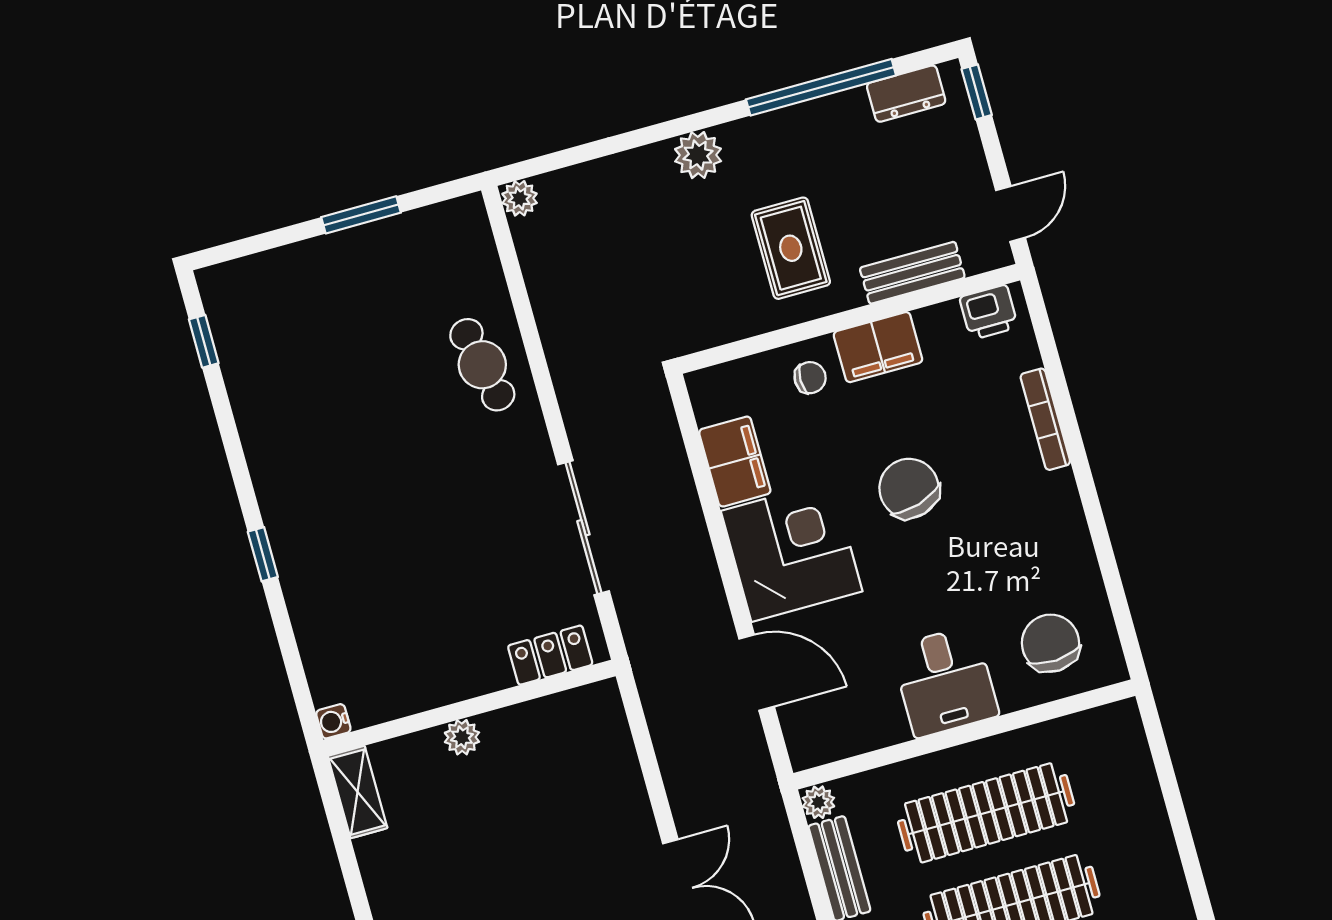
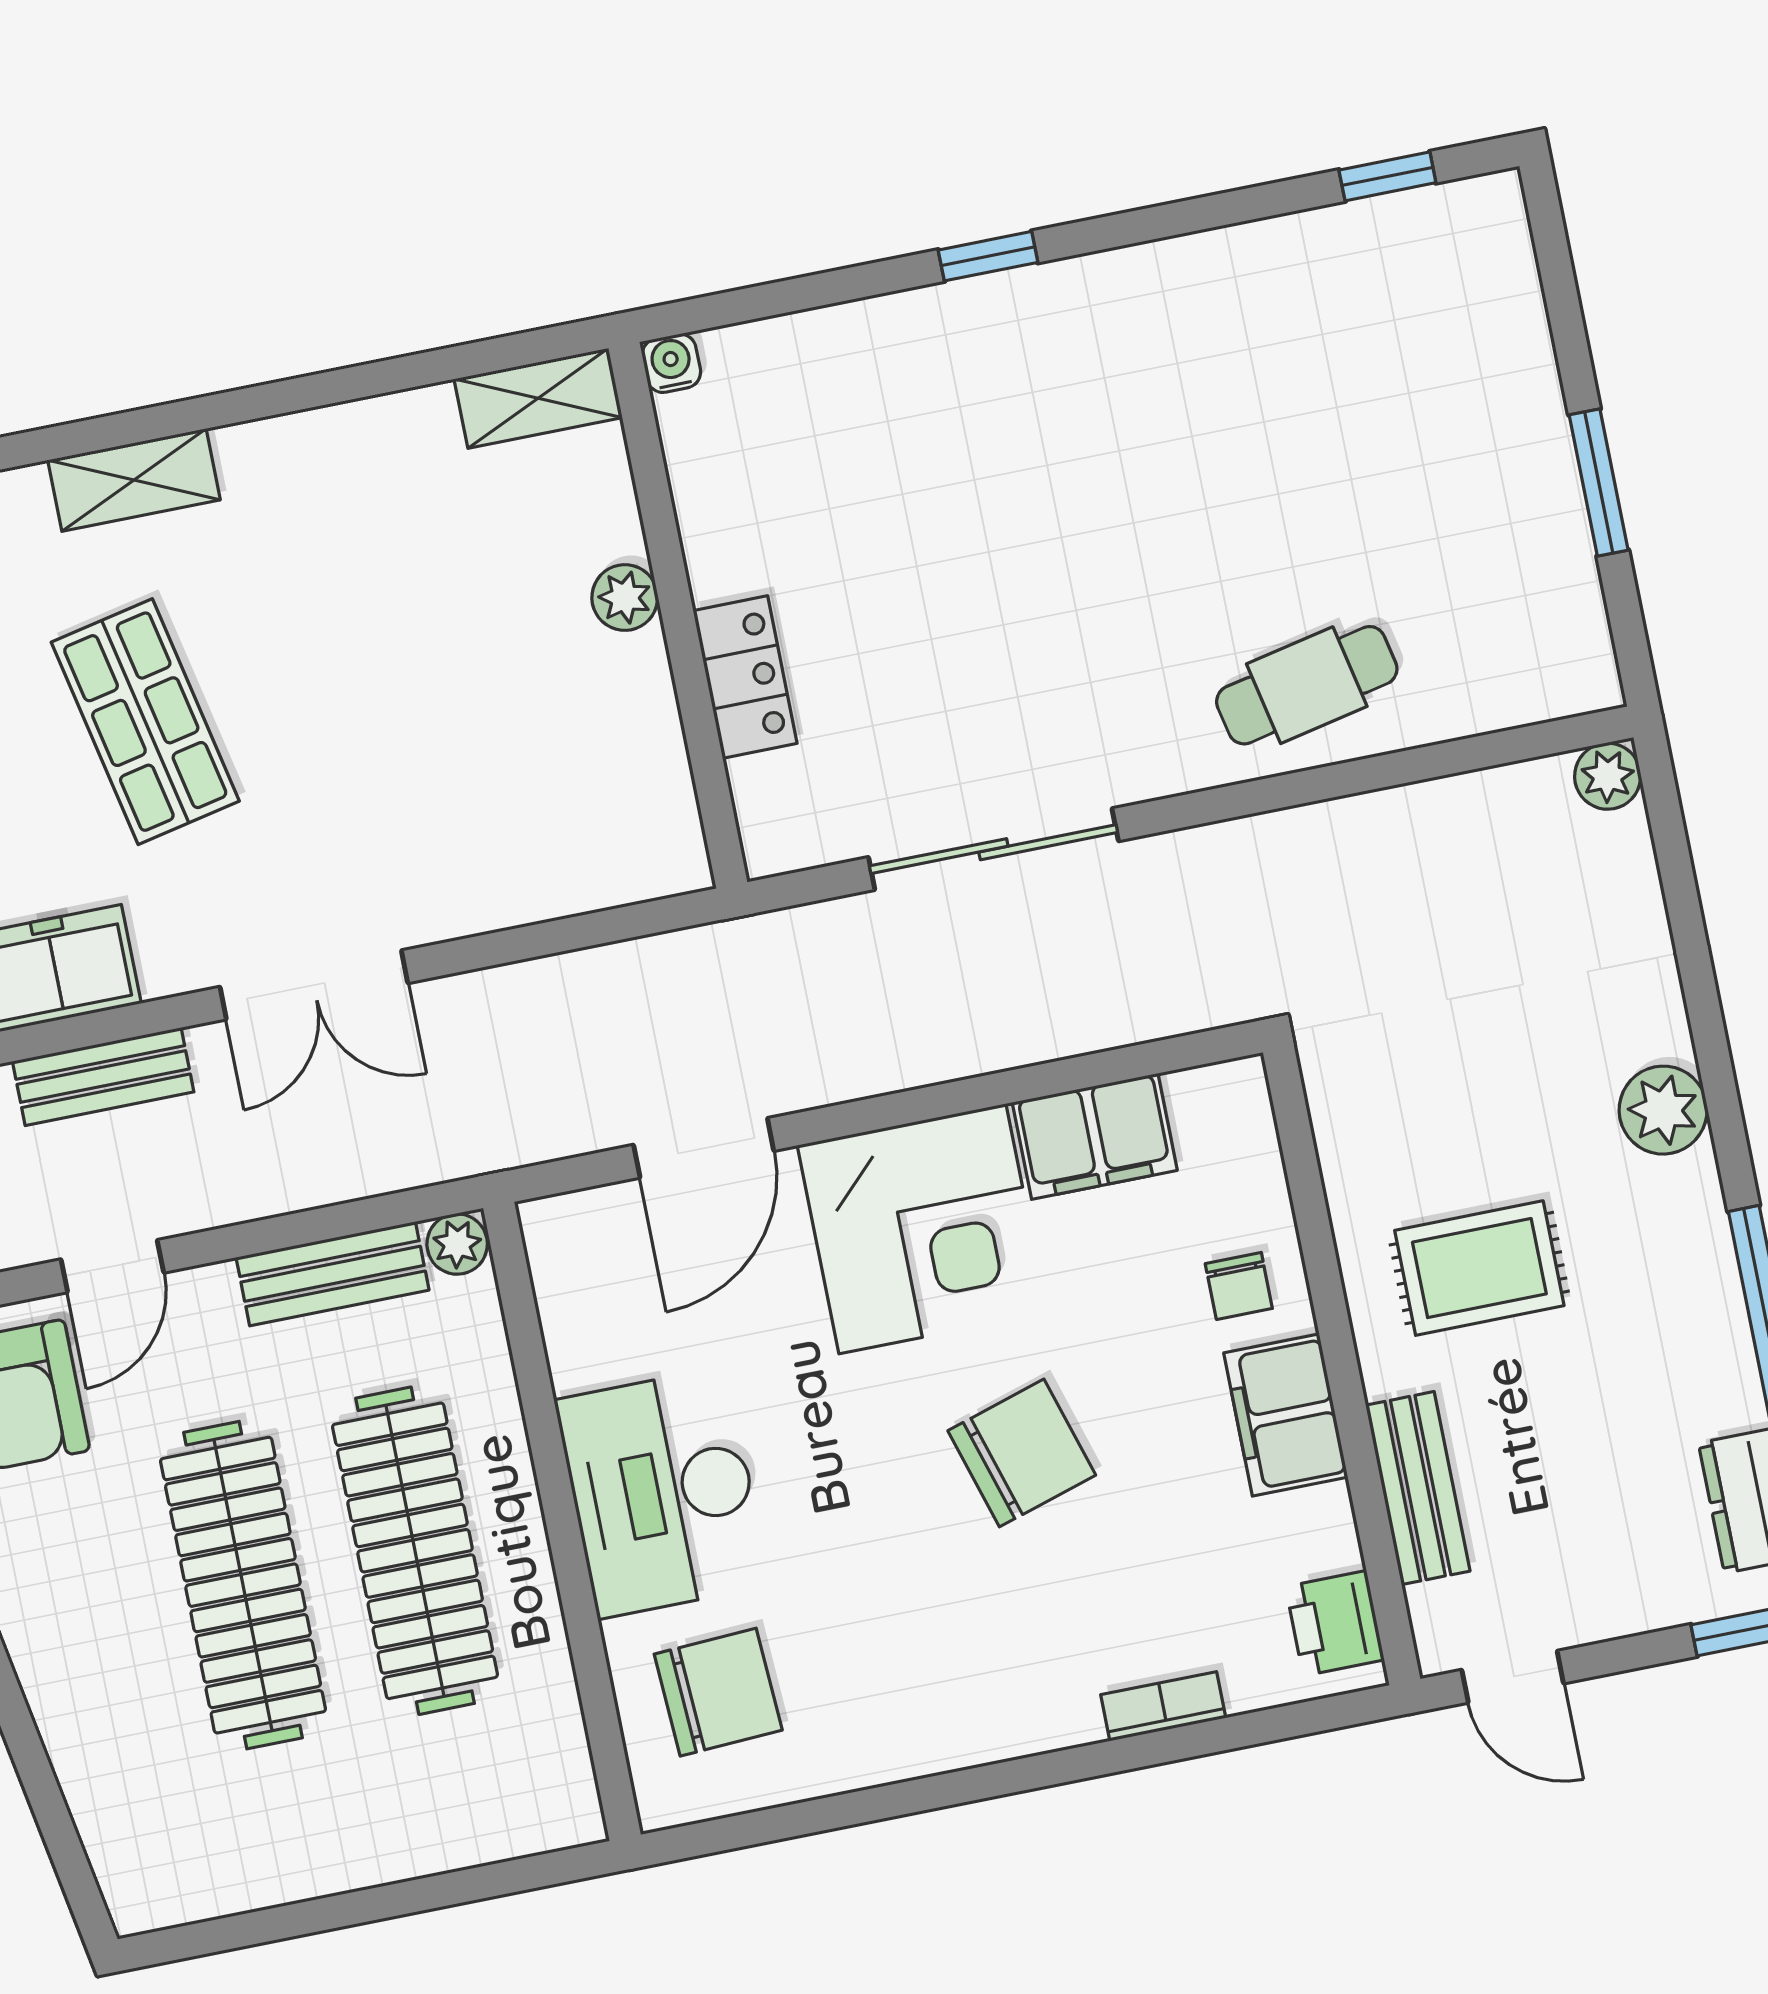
bookcase: (1045, 419) -> (1163, 1706), width x0.64
locker: (550, 655) -> (745, 677), moved
desk: (945, 681) -> (662, 1493), width x1.37

